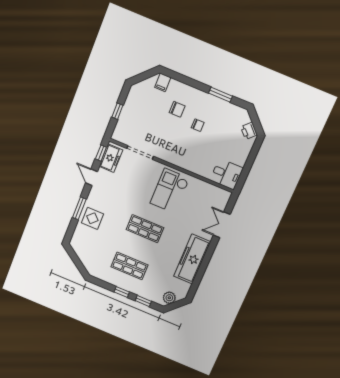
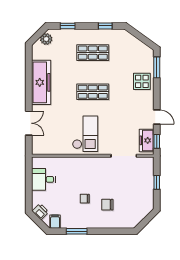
filing cabinet: (163, 82) -> (55, 222), moved
desk: (226, 174) -> (43, 179), moved
window: (79, 208) -> (157, 67), moved
window: (122, 292) -> (105, 26), moved

